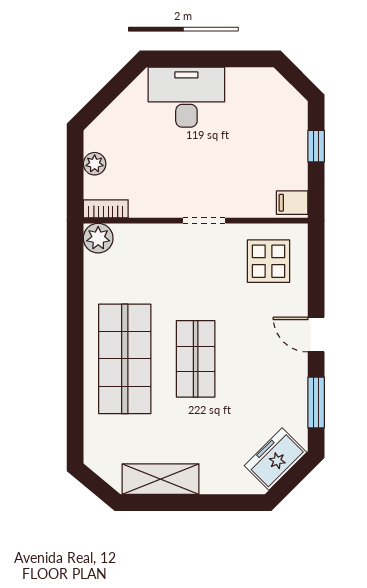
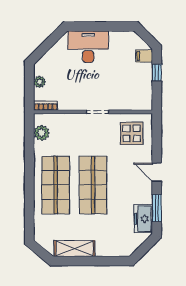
filing cabinet: (292, 203) -> (144, 56), moved
plant: (98, 238) -> (42, 133), moved
shop shelf: (196, 359) -> (93, 185), width x1.43, depth x1.36
freezer: (276, 459) -> (143, 219), moved, turned -45

